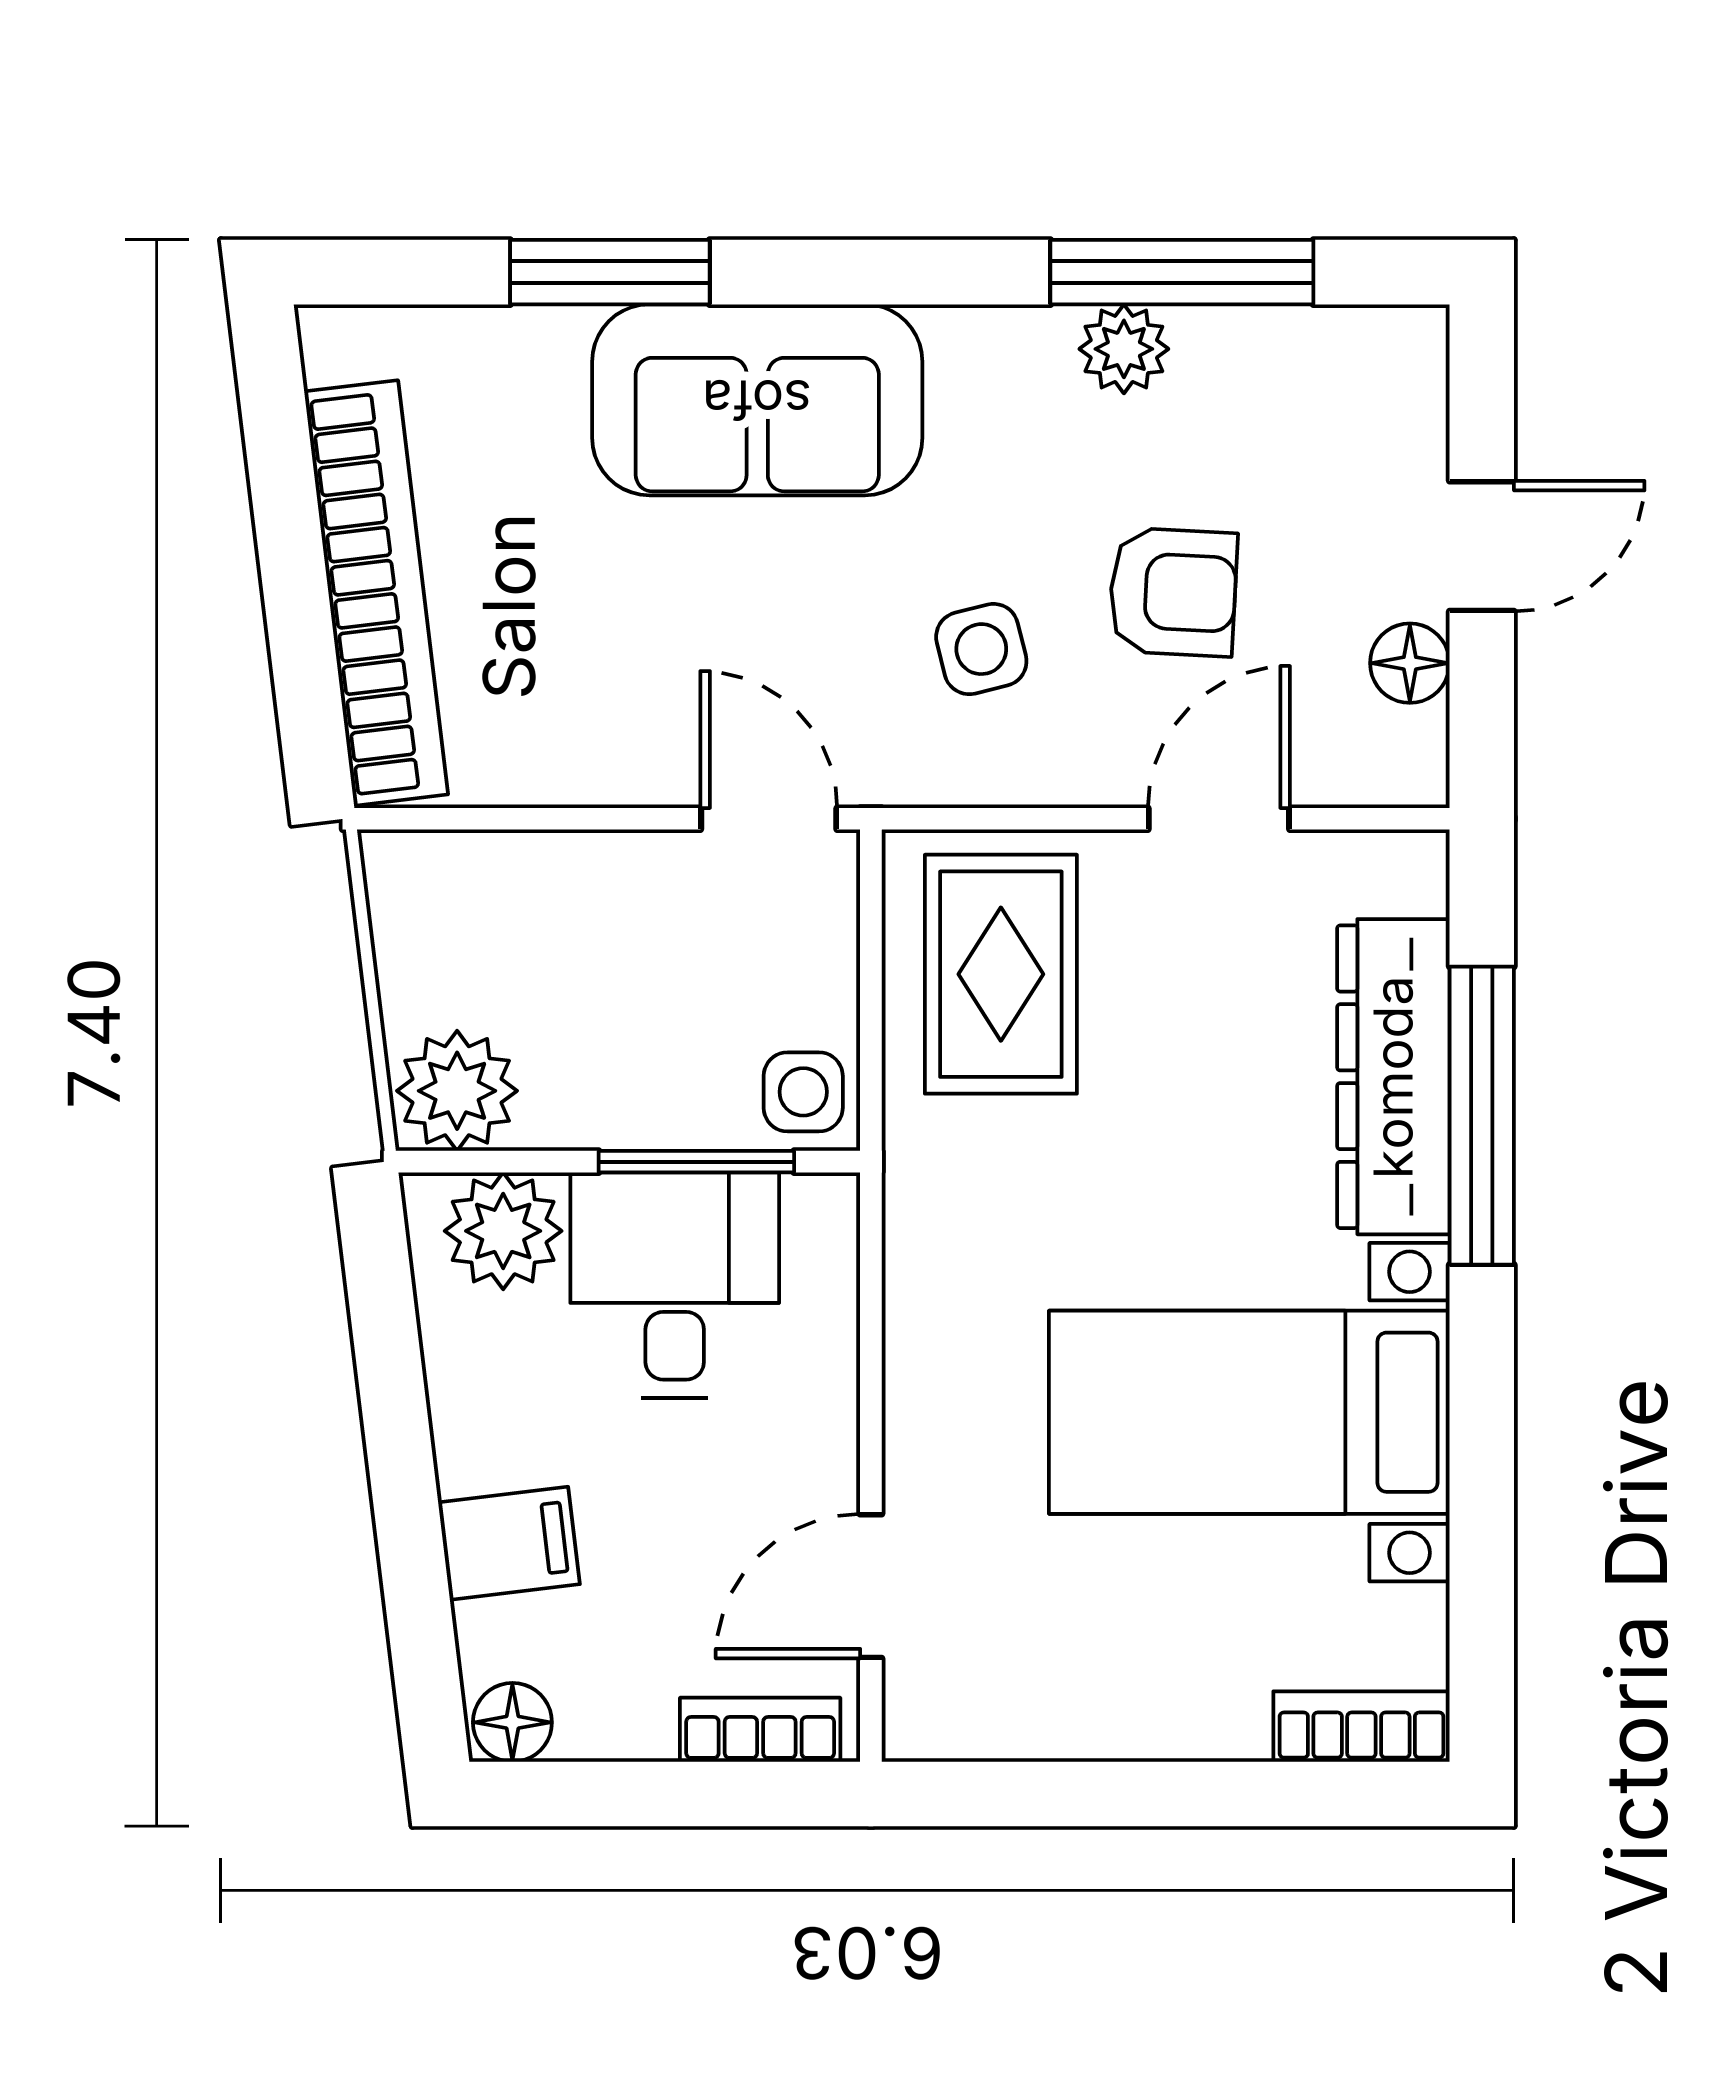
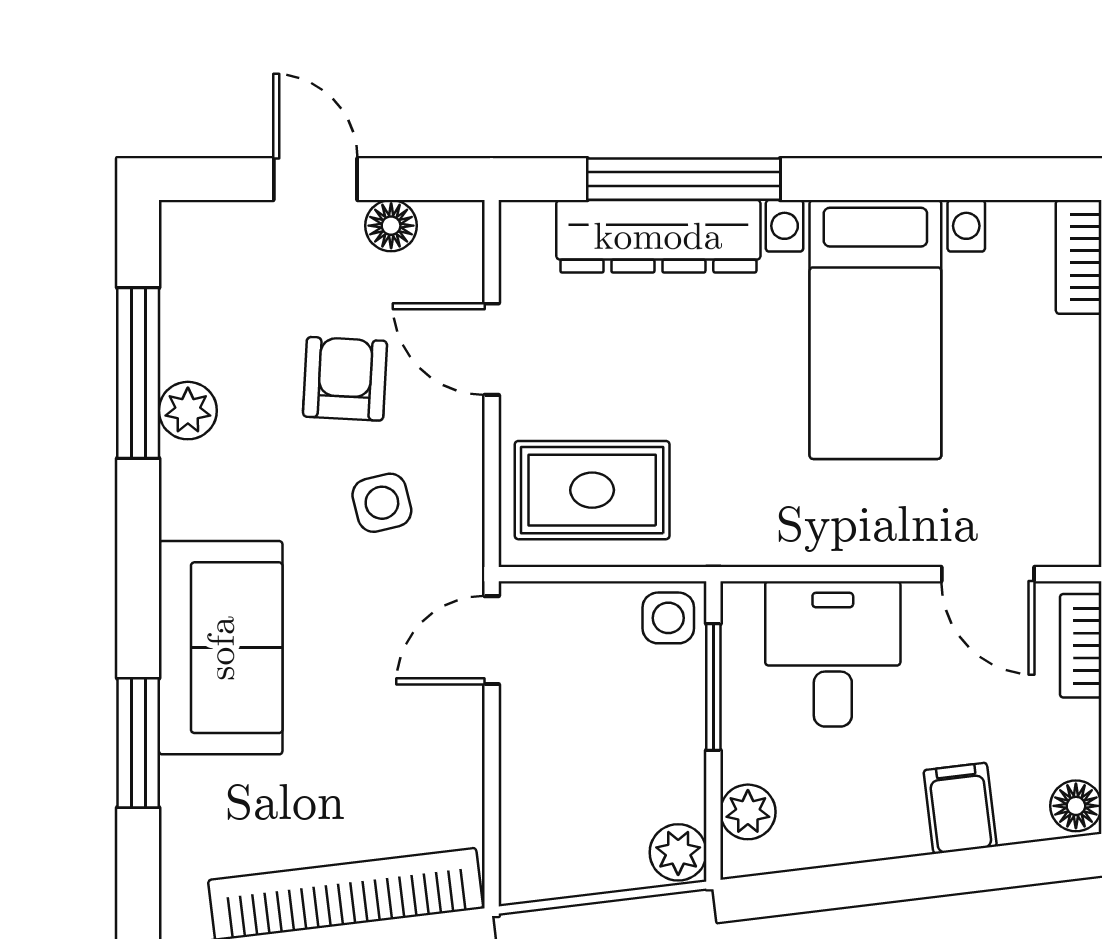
plant: (457, 1091) -> (678, 852), width x0.73, depth x0.73
plant: (503, 1231) -> (748, 812), width x0.73, depth x0.73
desk: (675, 1285) -> (833, 654), moved, turned 90

